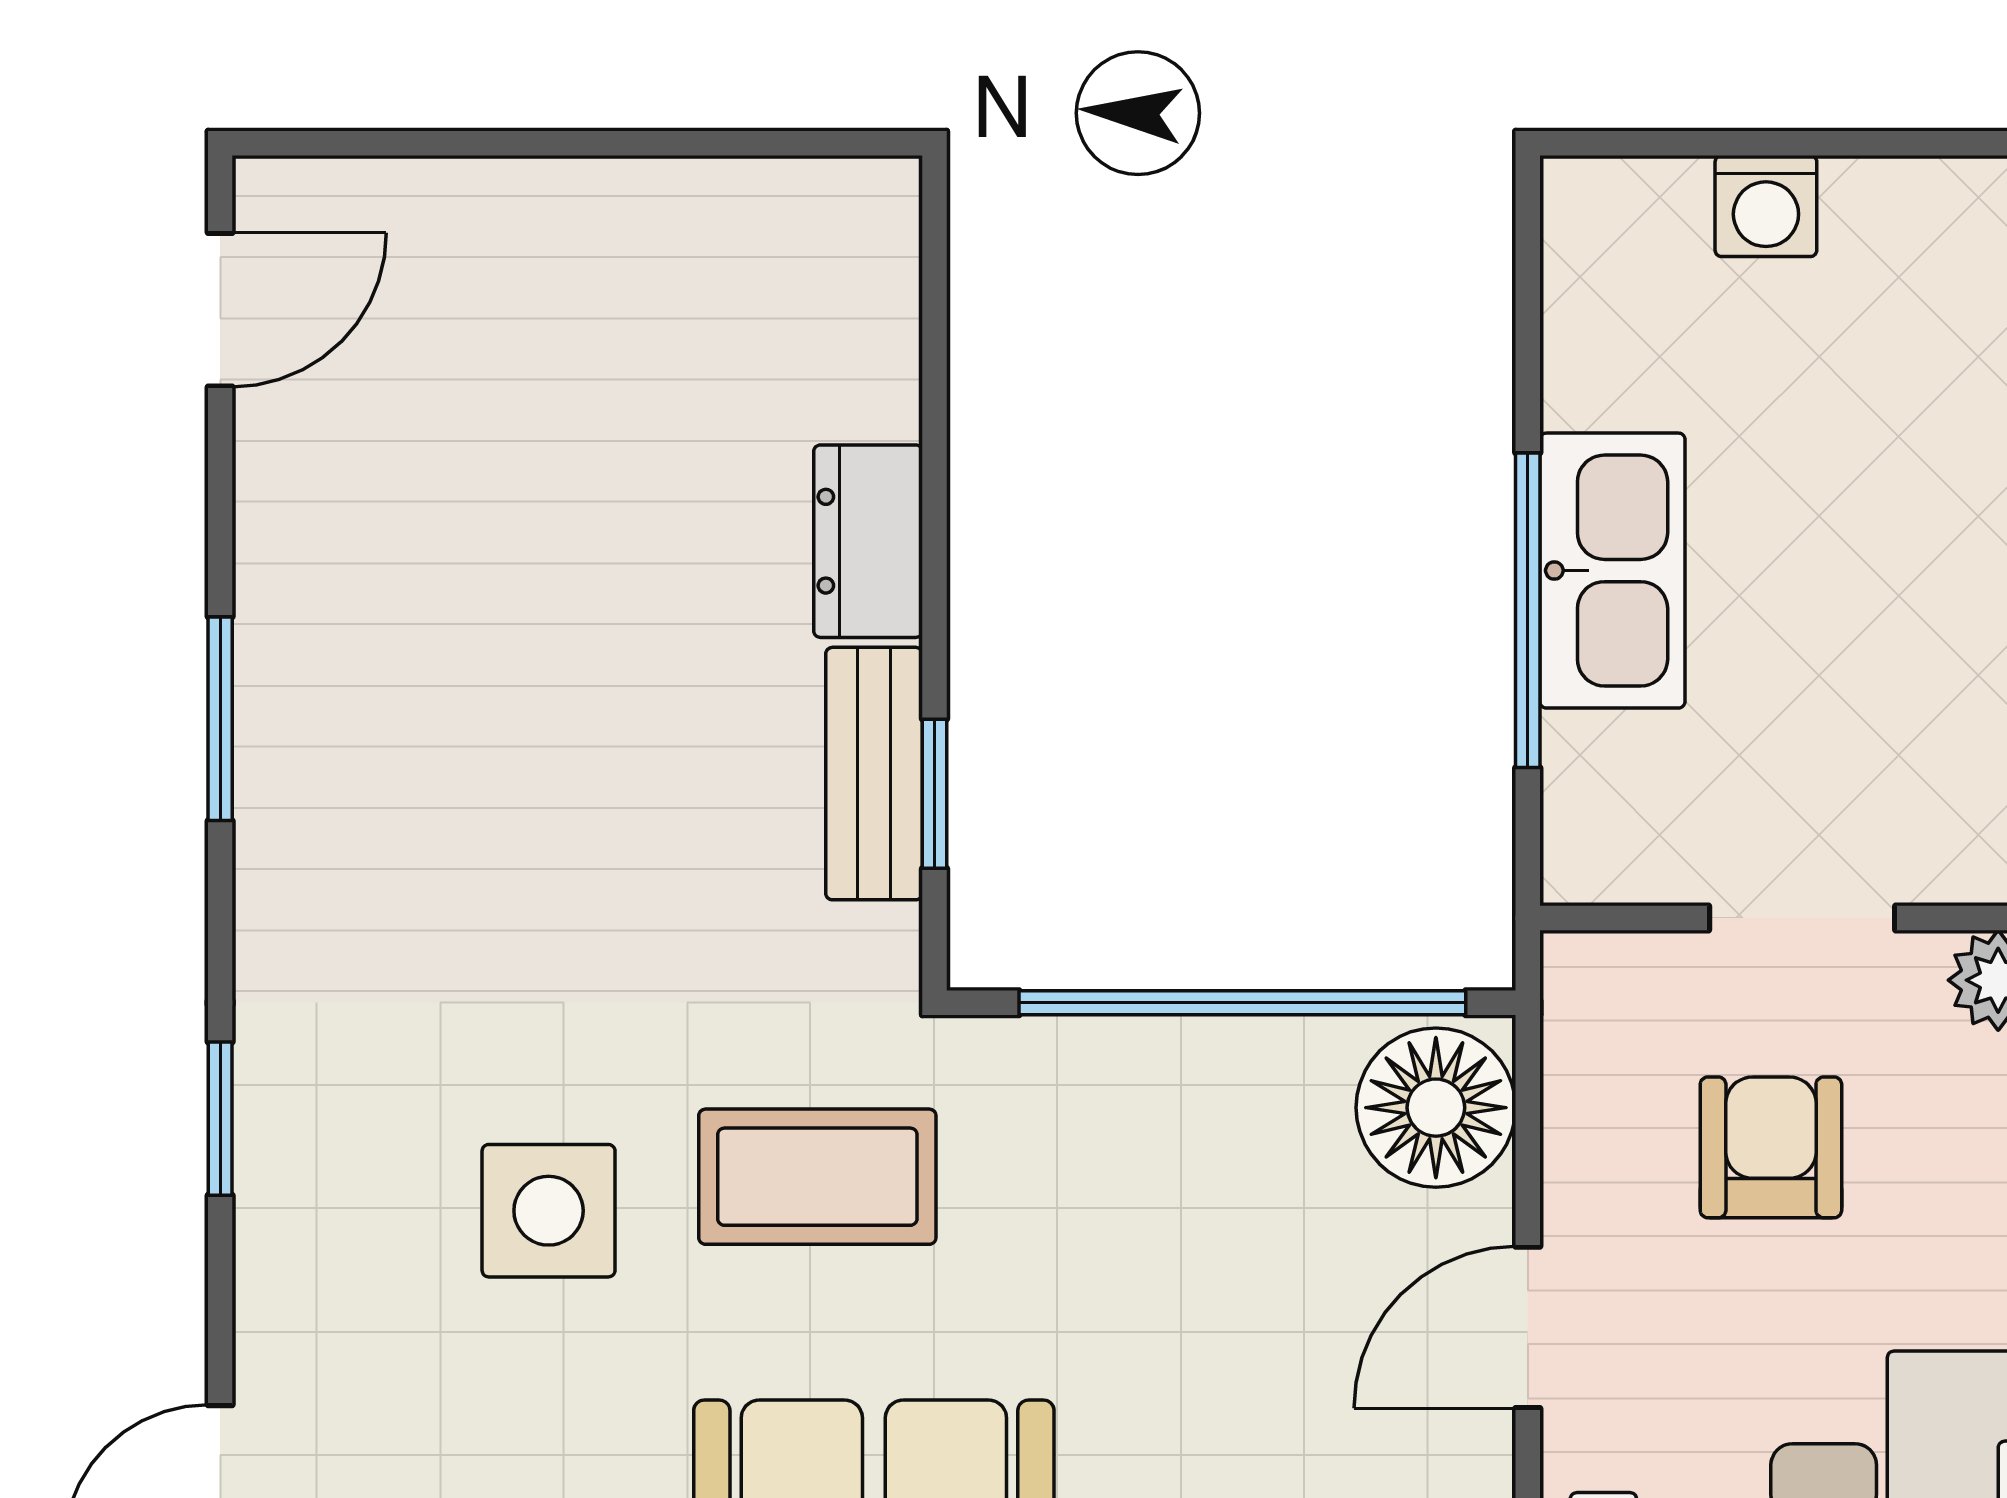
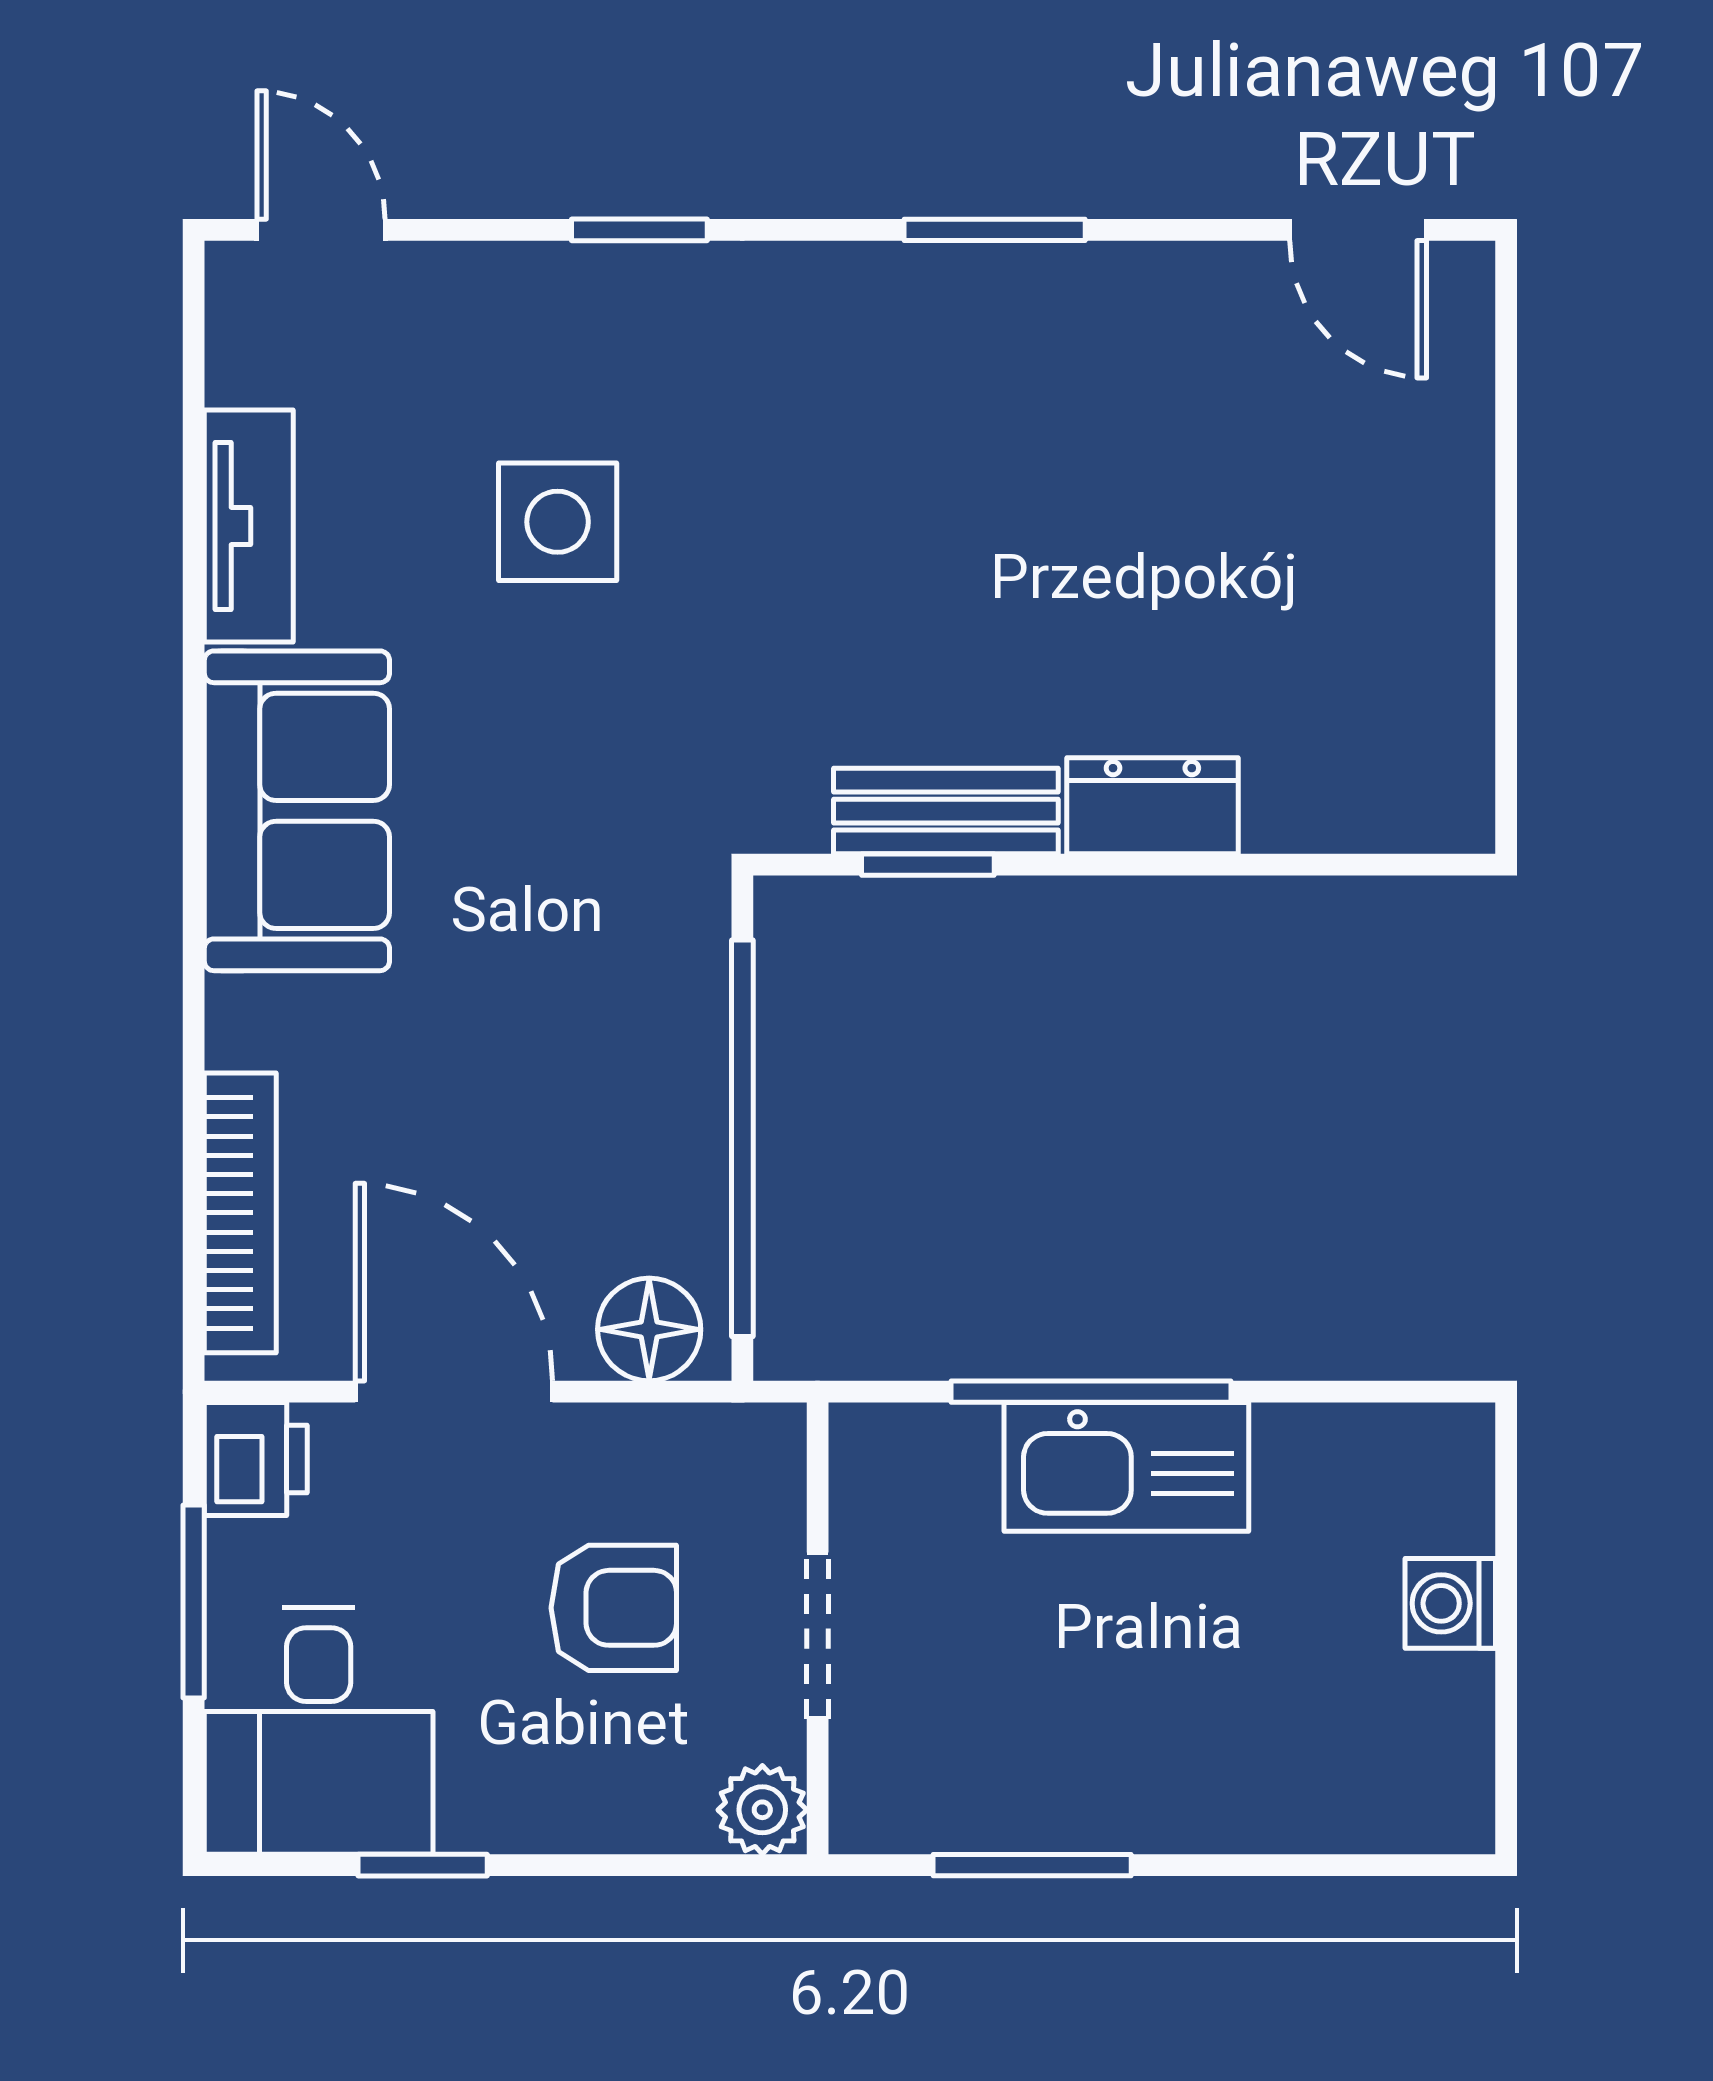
floor lamp: (1436, 1108) -> (649, 1329), width x0.73, depth x0.73
coffee table: (817, 1177) -> (588, 761), removed
door: (1528, 1327) -> (454, 1392), width x1.38

